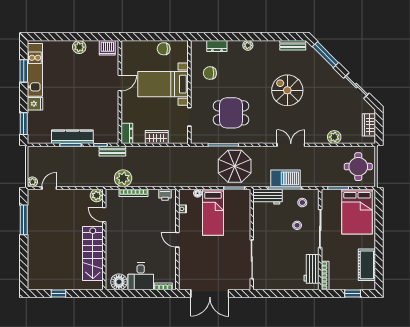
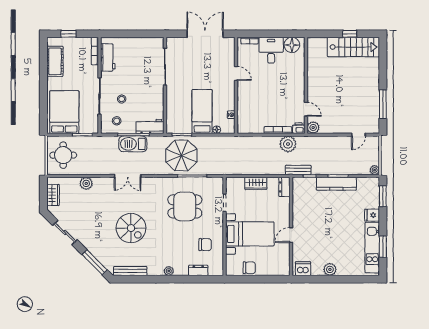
bench: (293, 45) -> (130, 271), width x1.36
plant: (32, 182) -> (375, 170), moved
printer: (165, 195) -> (299, 128), moved
door: (177, 240) -> (236, 73), moved
stairs: (93, 254) -> (353, 47), moved, turned 90

